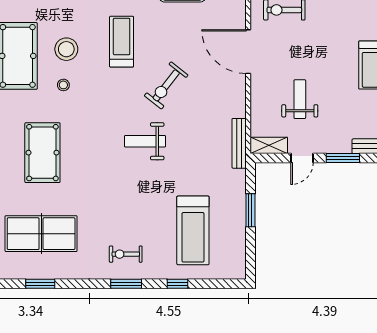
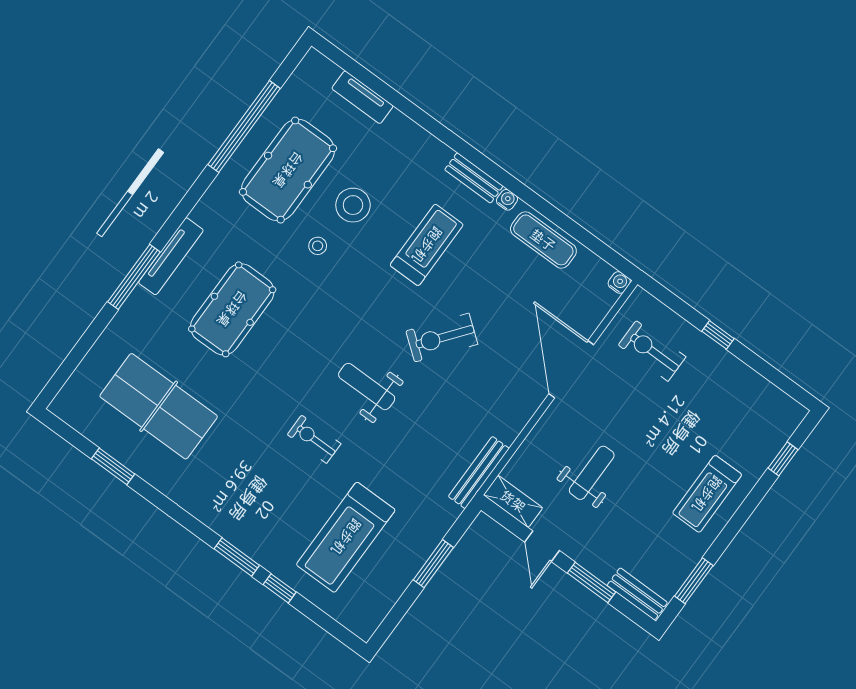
door: (302, 158) -> (542, 546), hinge flipped
exercise bike: (126, 254) -> (314, 439), moved
window: (126, 284) -> (237, 557), moved

